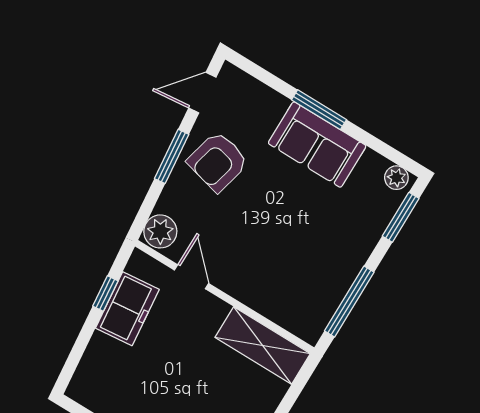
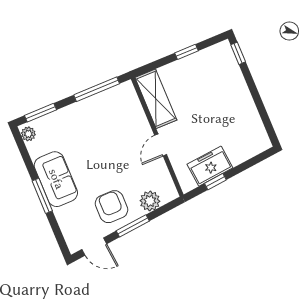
armchair: (218, 162) -> (112, 207), turned -104
plant: (160, 231) -> (150, 201), moved
door: (191, 277) -> (161, 145), moved

